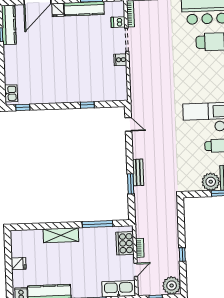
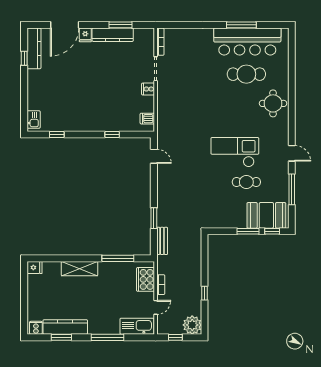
dishwasher: (118, 22) -> (147, 119), moved
window: (23, 107) -> (57, 135), moved
bench: (138, 172) -> (162, 241), moved
plant: (211, 182) -> (237, 219), removed
fridge: (19, 264) -> (35, 268), moved

